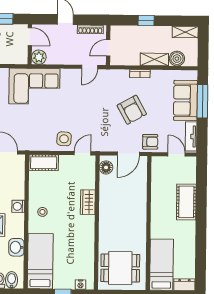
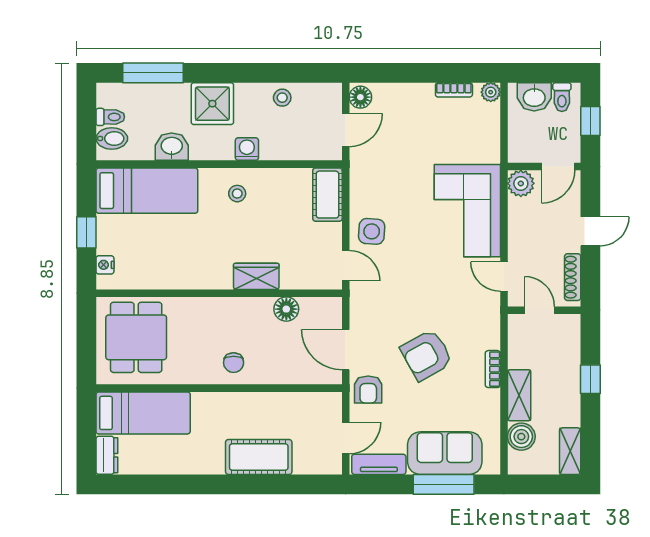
corner sofa: (34, 86) -> (467, 211), moved
floor lamp: (106, 167) -> (286, 309), moved
chair: (135, 215) -> (234, 363), added

